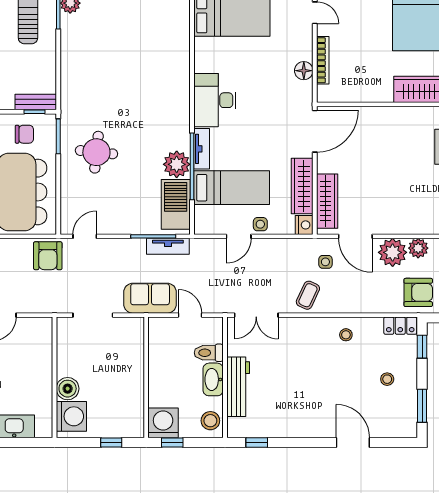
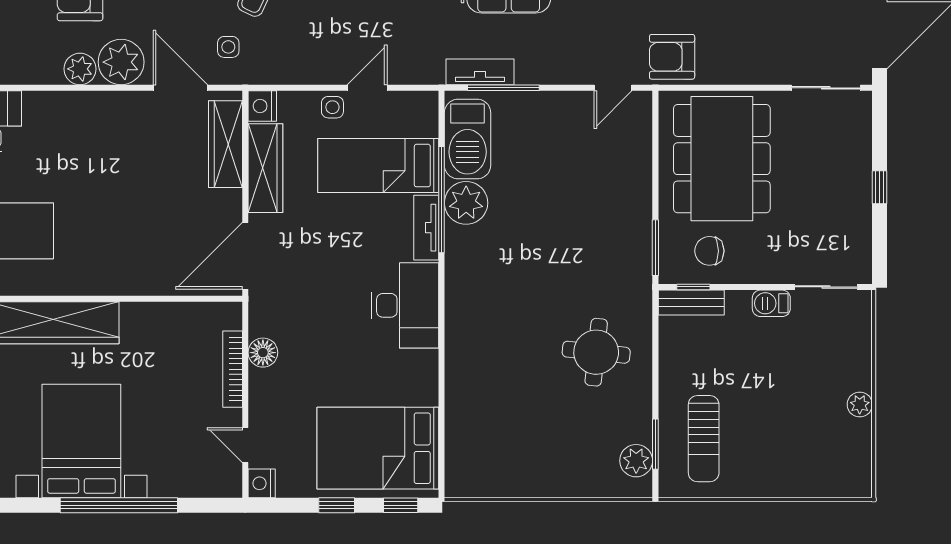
round table: (96, 152) -> (596, 352), moved
armchair: (48, 256) -> (672, 57), turned -90

